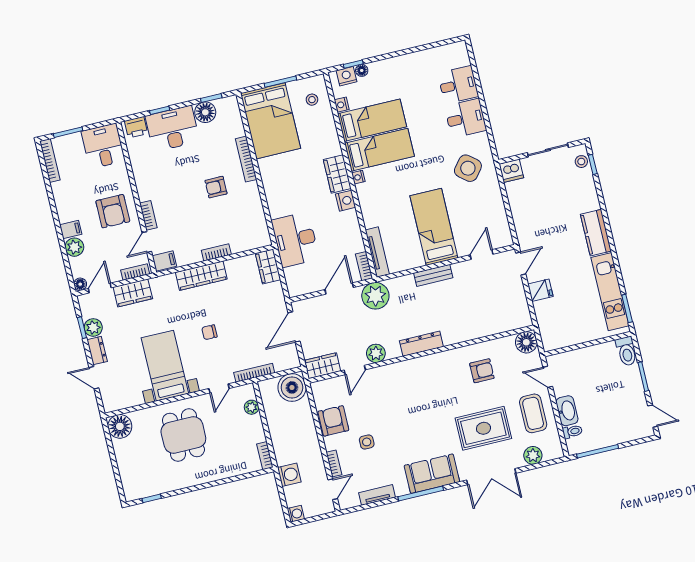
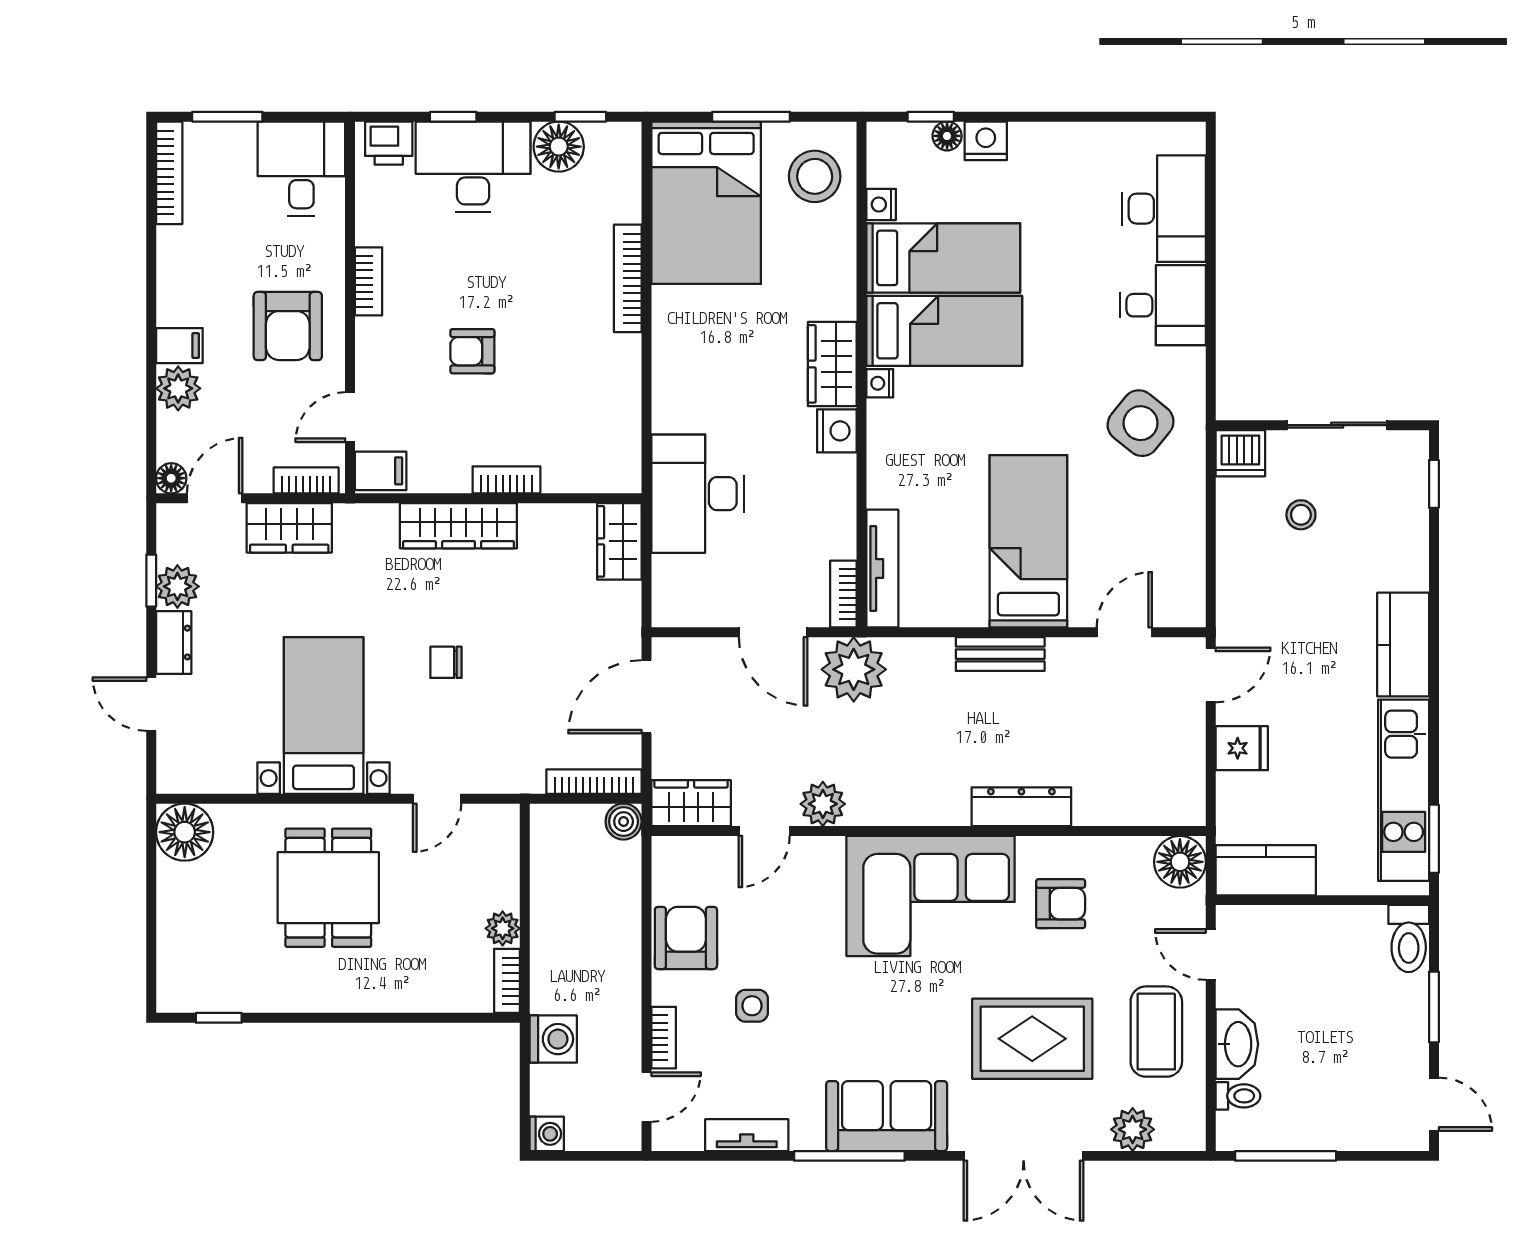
nightstand: (346, 76) -> (986, 141), moved
desk: (458, 85) -> (1164, 209), width x1.37
stool: (312, 100) -> (815, 176), width x1.89, depth x1.89
stool: (581, 162) -> (1301, 515), moved
armchair: (216, 187) -> (472, 351), moved
bookcase: (148, 215) -> (369, 281), moved
door: (339, 288) -> (773, 632), swing flipped
kitchen counter: (562, 337) -> (1266, 870), added
dresser: (421, 344) -> (1021, 807), moved
bookcase: (254, 373) -> (594, 782), moved
corner sofa: (428, 380) -> (931, 896), added
boiler: (292, 387) -> (624, 822), width x0.54, depth x0.54
plant: (252, 407) -> (503, 928), moved

